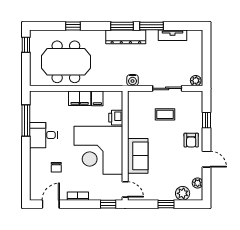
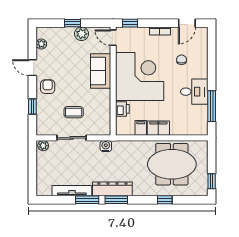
tv unit: (172, 35) -> (72, 191), width x1.41
plant: (183, 193) -> (82, 34), moved

